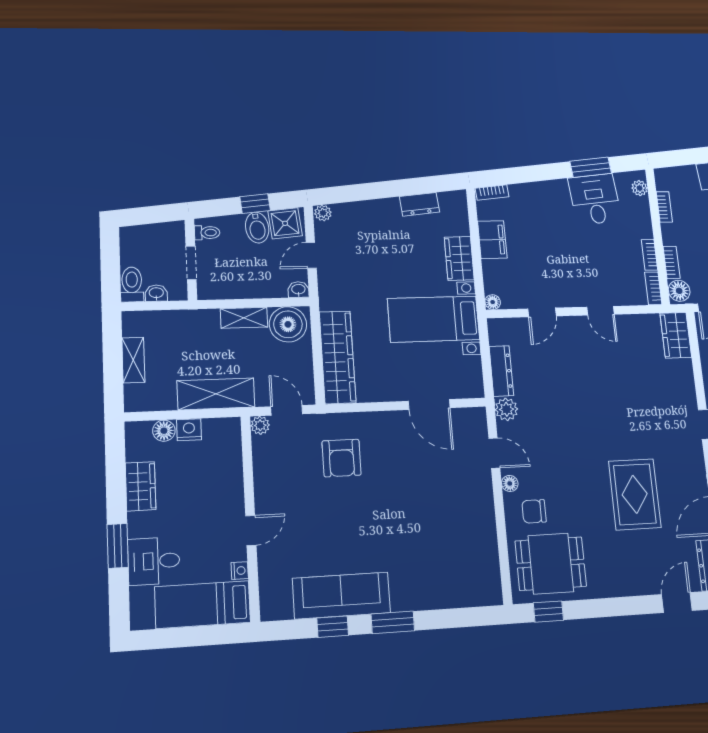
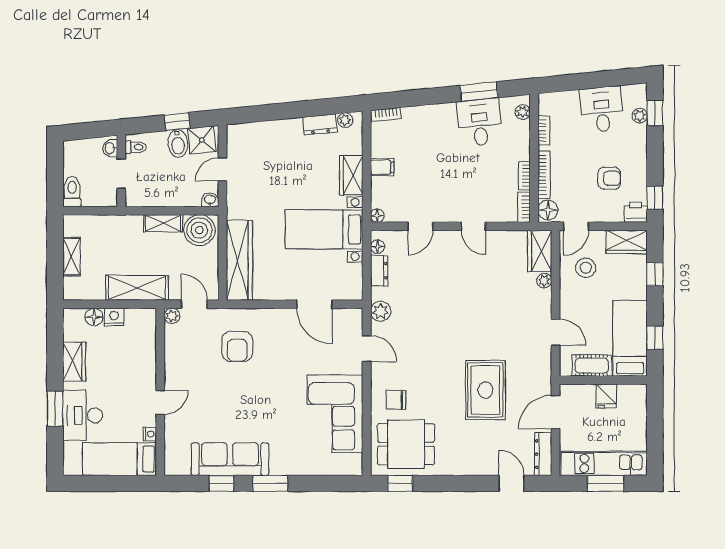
plant: (323, 213) -> (345, 120), moved
filing cabinet: (492, 240) -> (382, 167), width x0.50
bookcase: (671, 262) -> (544, 175), width x1.56
washbasin: (156, 293) -> (110, 148), moved, turned -90
plant: (685, 368) -> (544, 281), added
dresser: (501, 371) -> (379, 271), width x0.70
floor lamp: (510, 483) -> (377, 247), moved
corner sofa: (464, 532) -> (335, 414), added
desk: (154, 561) -> (83, 415), width x1.37
door: (677, 603) -> (511, 483), hinge flipped

